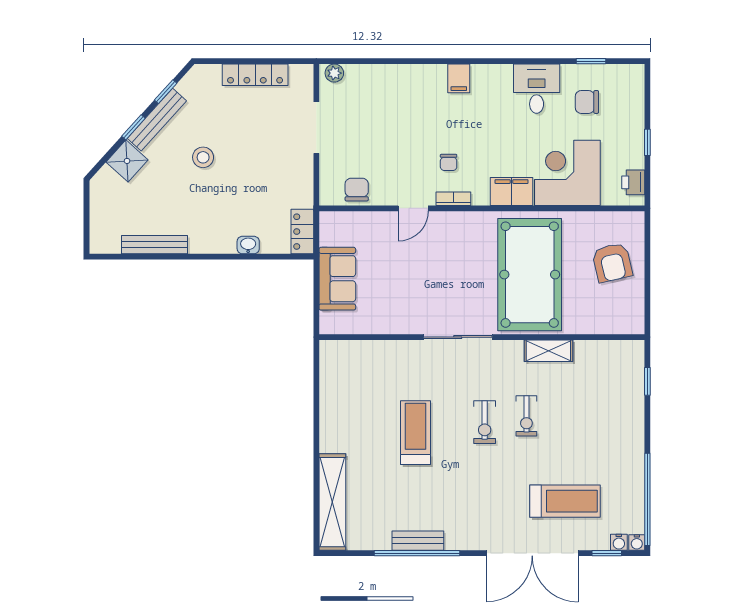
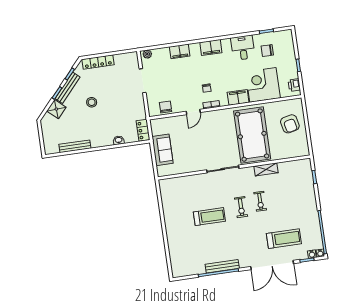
locker: (255, 75) -> (98, 62), moved
filing cabinet: (403, 77) -> (180, 51), added
filing cabinet: (459, 78) -> (211, 47), width x2.00
treadmill: (415, 433) -> (209, 217), turned 90
shelving: (332, 502) -> (175, 255), removed
bench: (418, 541) -> (222, 266), width x1.36

